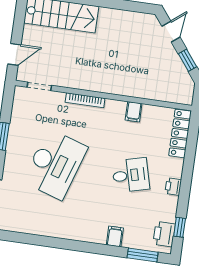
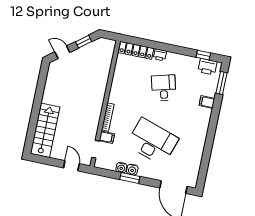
filing cabinet: (134, 112) -> (107, 137), moved
water cooler: (16, 124) -> (121, 168), added
water cooler: (14, 139) -> (132, 170), added
printer: (173, 187) -> (160, 55), moved

